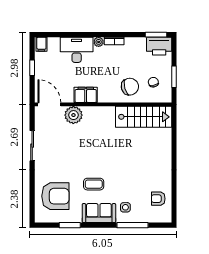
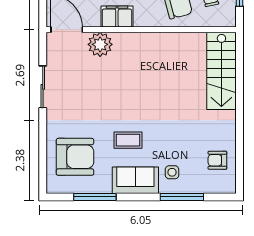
stairs: (144, 117) -> (221, 71), moved, turned 90
window: (70, 225) -> (95, 197), width x1.44

